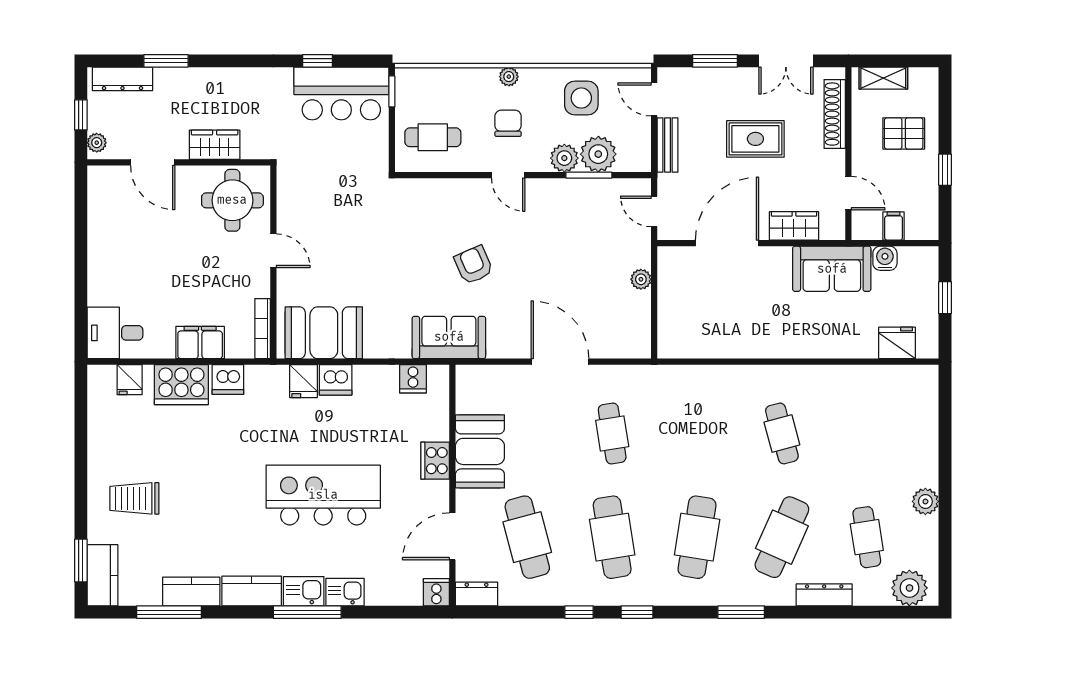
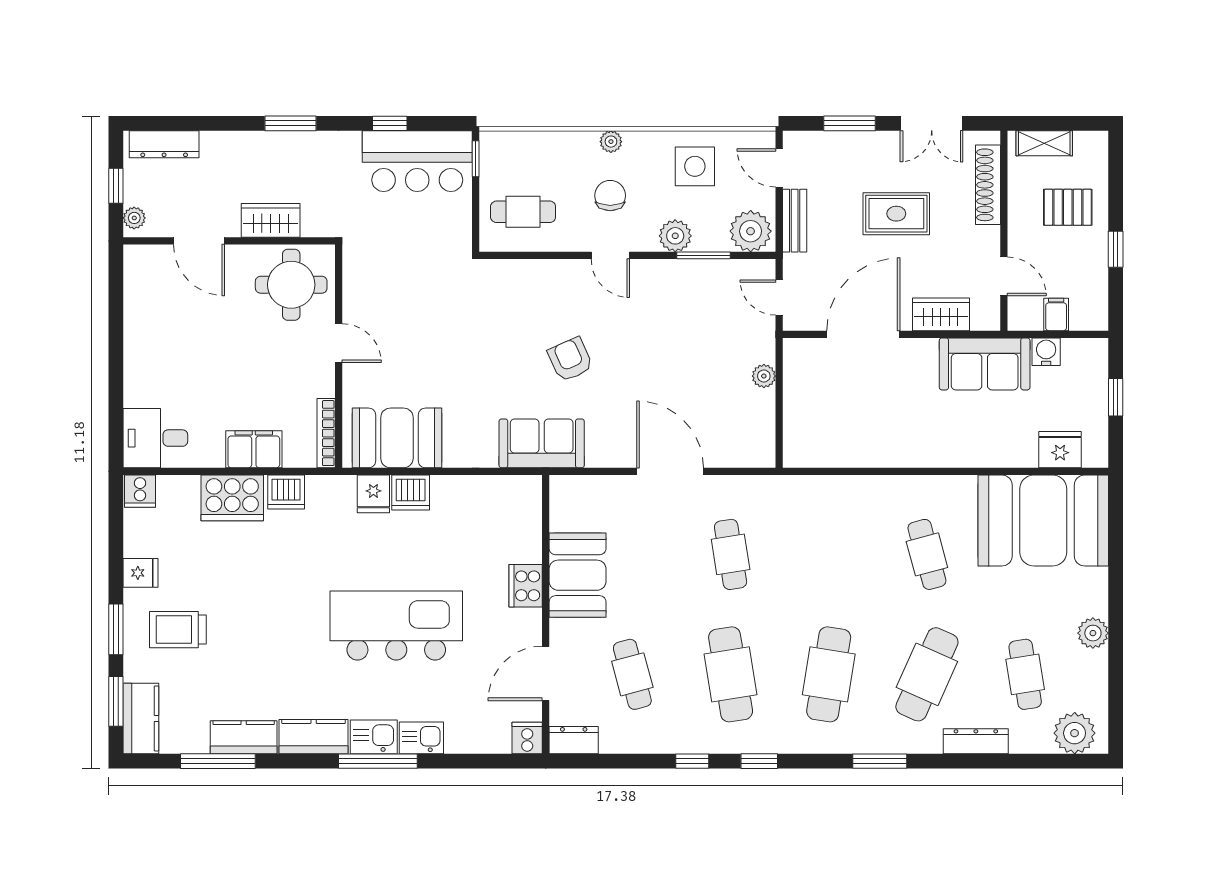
window: (166, 61) -> (291, 123), moved
plant: (598, 154) -> (751, 231), moved
cooker: (413, 379) -> (140, 491), moved
fridge: (130, 380) -> (141, 573), moved, turned -90
booth: (882, 404) -> (1043, 521), added
window: (81, 498) -> (116, 629), added
cafe table: (527, 537) -> (632, 674), width x0.73, depth x0.74

